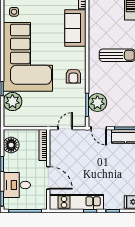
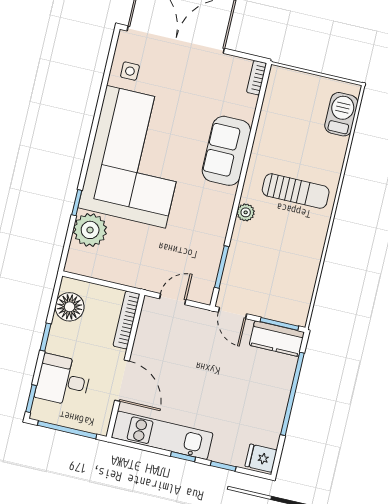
sofa: (75, 28) -> (226, 151), moved
armchair: (73, 76) -> (209, 210), removed
plant: (97, 103) -> (246, 212), moved, width x0.53, depth x0.53

